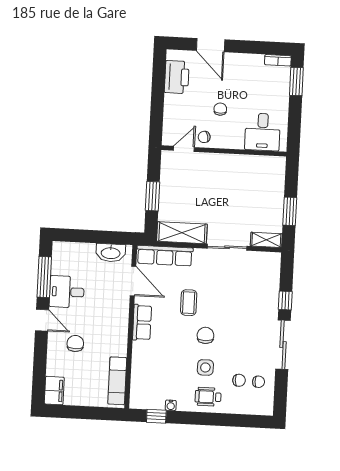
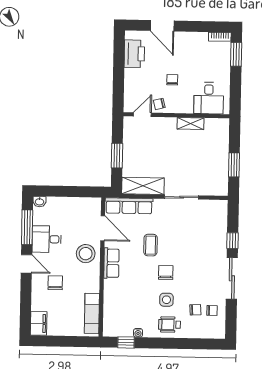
shelving: (266, 240) -> (191, 124), moved
washbasin: (111, 253) -> (39, 202), moved, width x0.52, depth x0.69
stool: (112, 310) -> (86, 254), added

